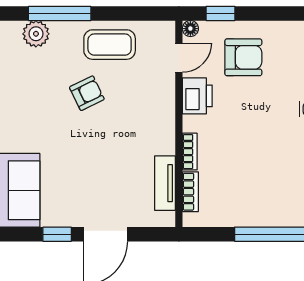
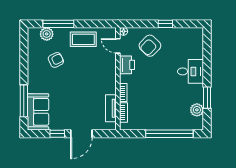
window: (221, 13) -> (165, 24), moved
armchair: (243, 57) -> (150, 46), turned 134
door: (179, 58) -> (118, 46), swing flipped
armchair: (87, 93) -> (56, 60), moved

